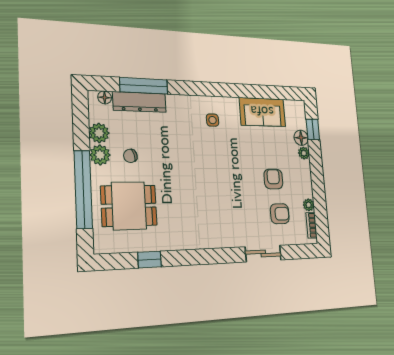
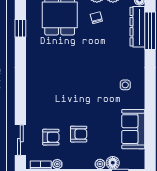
armchair: (280, 214) -> (51, 137), turned -90
sliding door: (263, 253) -> (20, 140), moved

